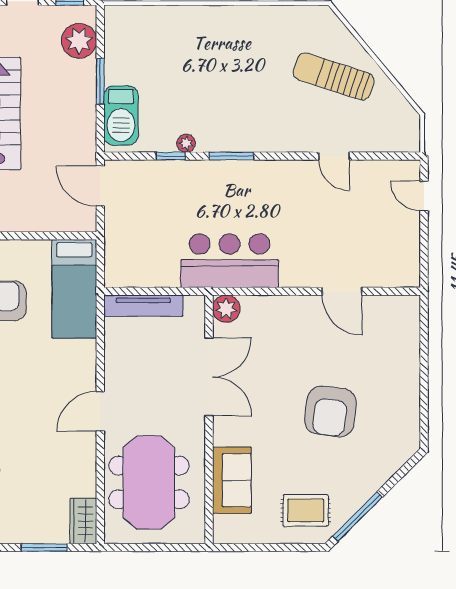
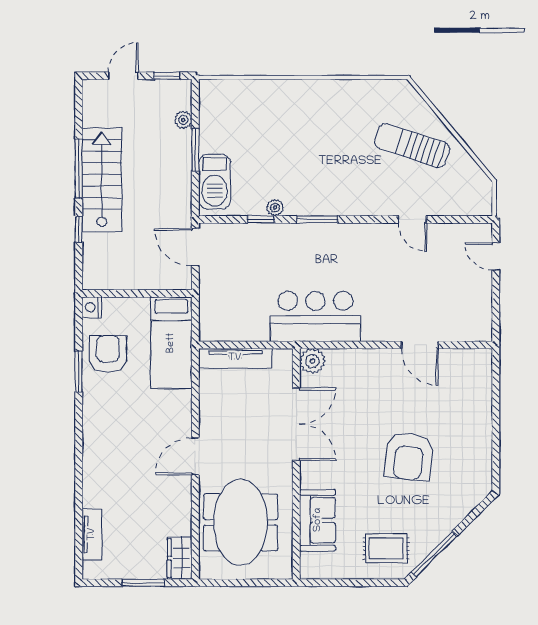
plant: (79, 41) -> (183, 120), width x0.53, depth x0.53

